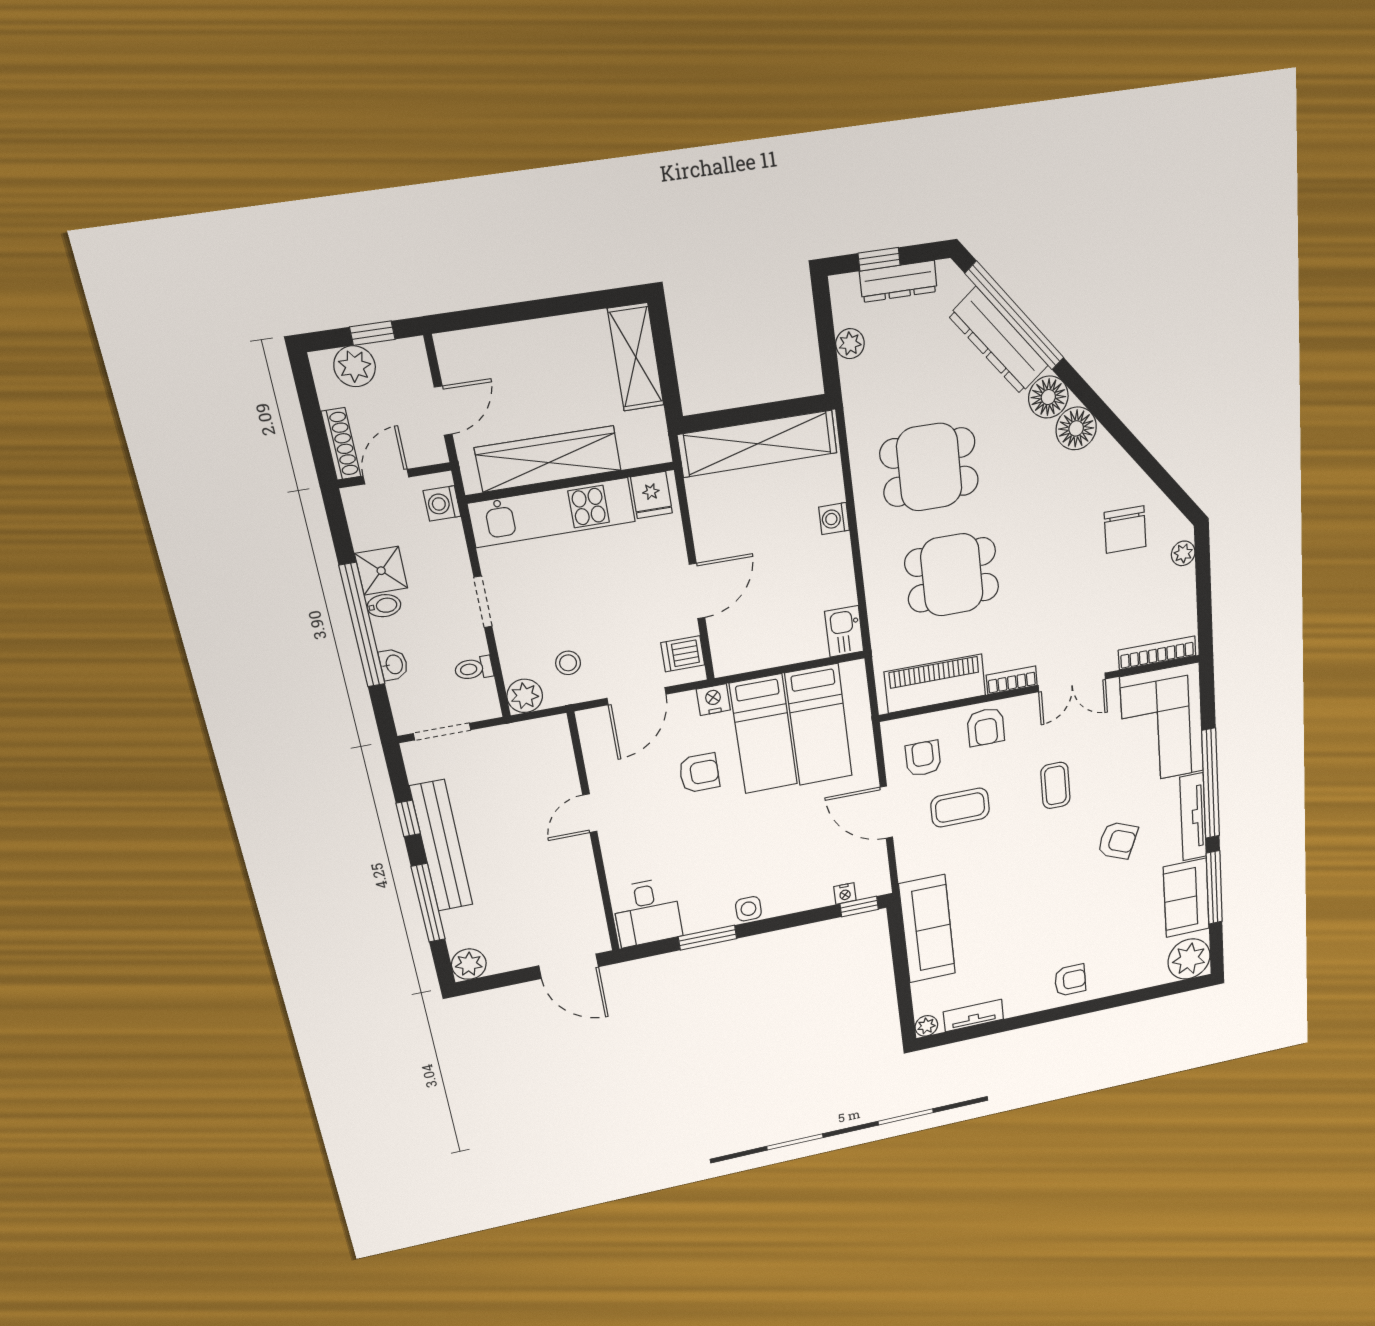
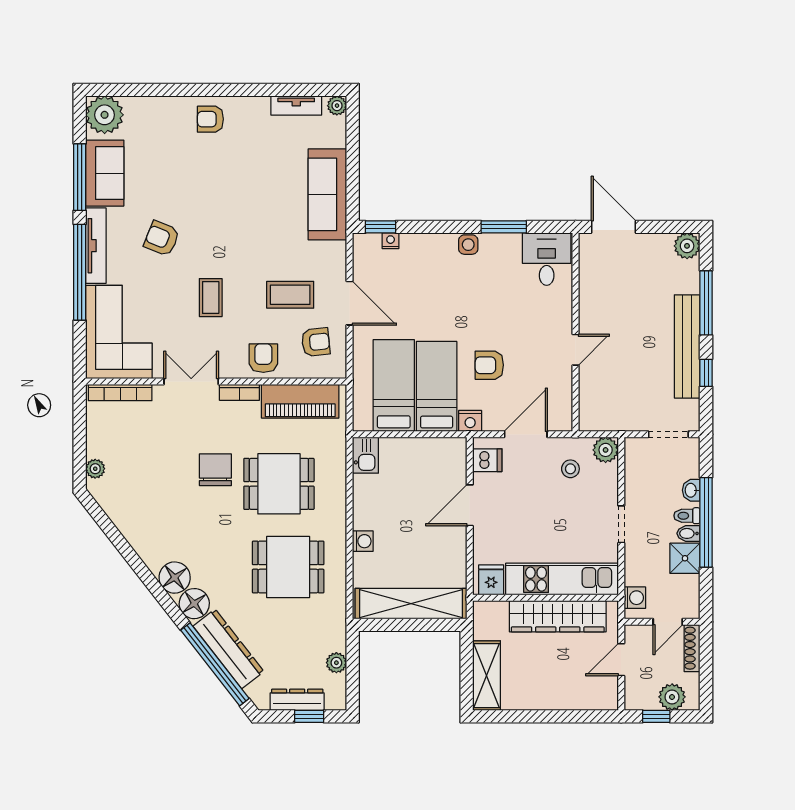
chair: (1125, 530) -> (215, 470), moved
toilet: (474, 669) -> (687, 516), moved, turned 180
armchair: (923, 758) -> (316, 342), turned -96

